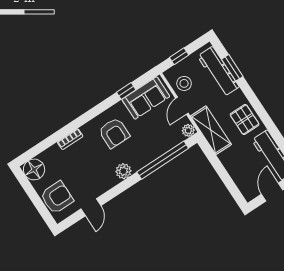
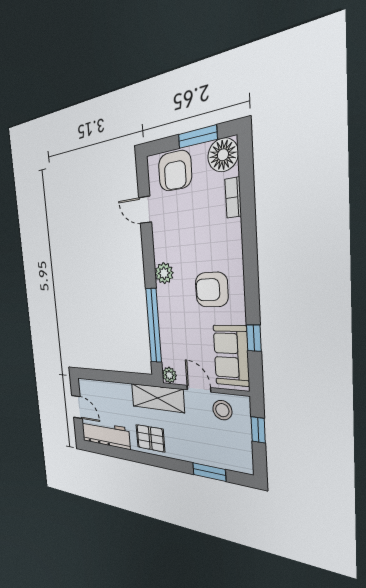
workbench: (218, 72) -> (214, 455), removed
bookcase: (70, 139) -> (233, 198), moved
window: (31, 192) -> (198, 137), added

